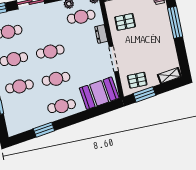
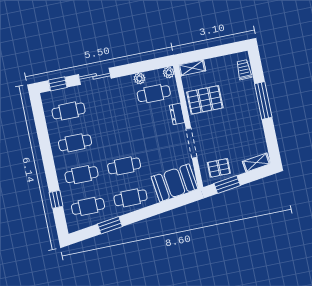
pallet: (125, 22) -> (205, 100), width x1.50, depth x1.42
cafe table: (50, 52) -> (88, 206), moved

